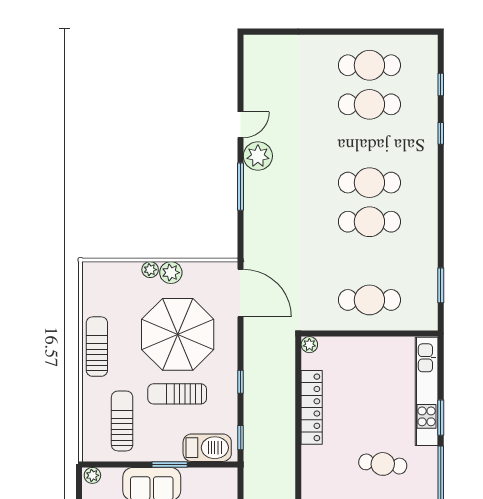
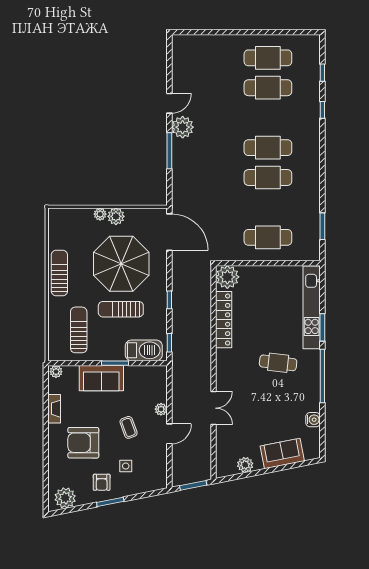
plant: (309, 345) -> (227, 277), width x1.88, depth x1.88

